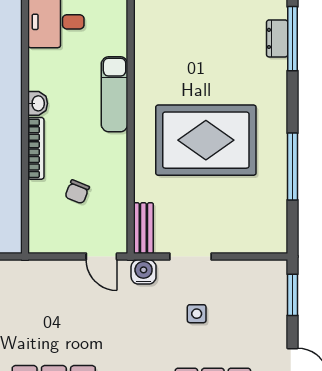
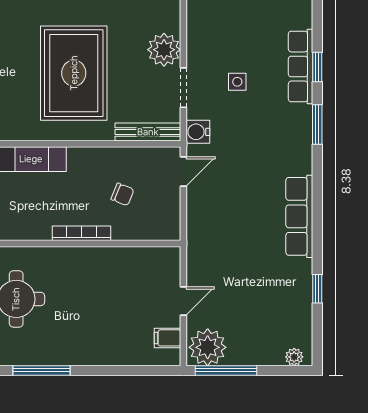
washbasin: (38, 103) -> (39, 232), removed
bench: (143, 228) -> (148, 132), width x1.36
plant: (231, 236) -> (164, 50), added

